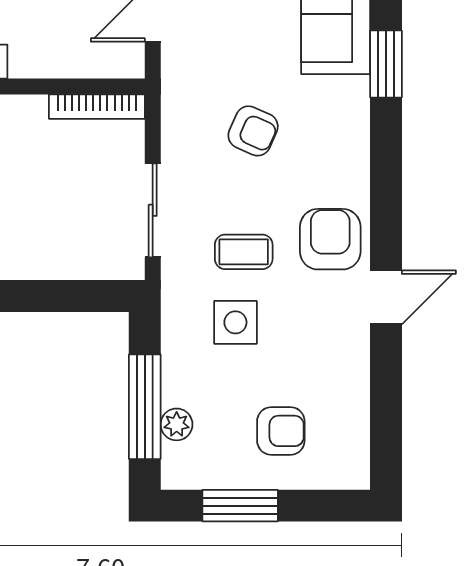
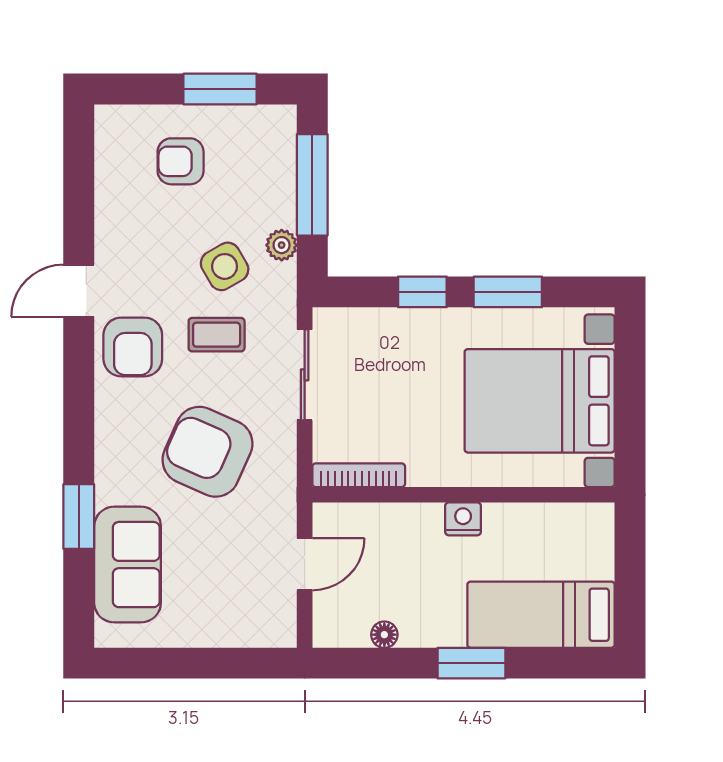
armchair: (253, 131) -> (207, 452), width x1.88, depth x1.88
window: (31, 296) -> (422, 292), added
side table: (235, 322) -> (225, 266), turned -30
plant: (177, 424) -> (282, 245), moved

